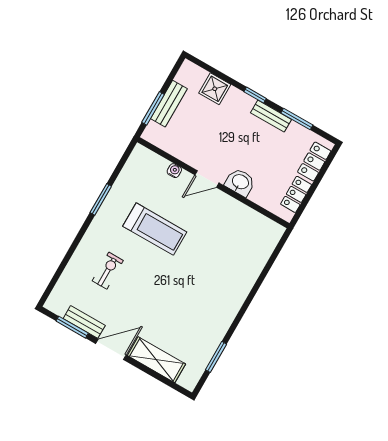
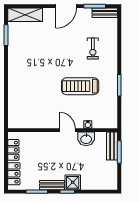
shower: (215, 89) -> (73, 182), moved
bench: (169, 104) -> (112, 146), moved
door: (207, 179) -> (67, 130), hinge flipped
washbasin: (240, 182) -> (86, 139), moved
bench: (84, 322) -> (105, 13), moved
shelving: (156, 360) -> (25, 15), moved

